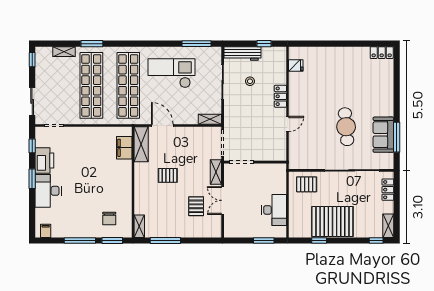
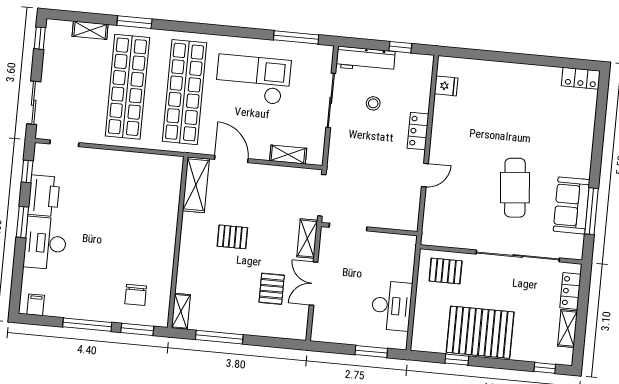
shelving: (210, 119) -> (288, 154), moved
filing cabinet: (124, 148) -> (169, 188), removed
shelving: (388, 226) -> (568, 329), moved

